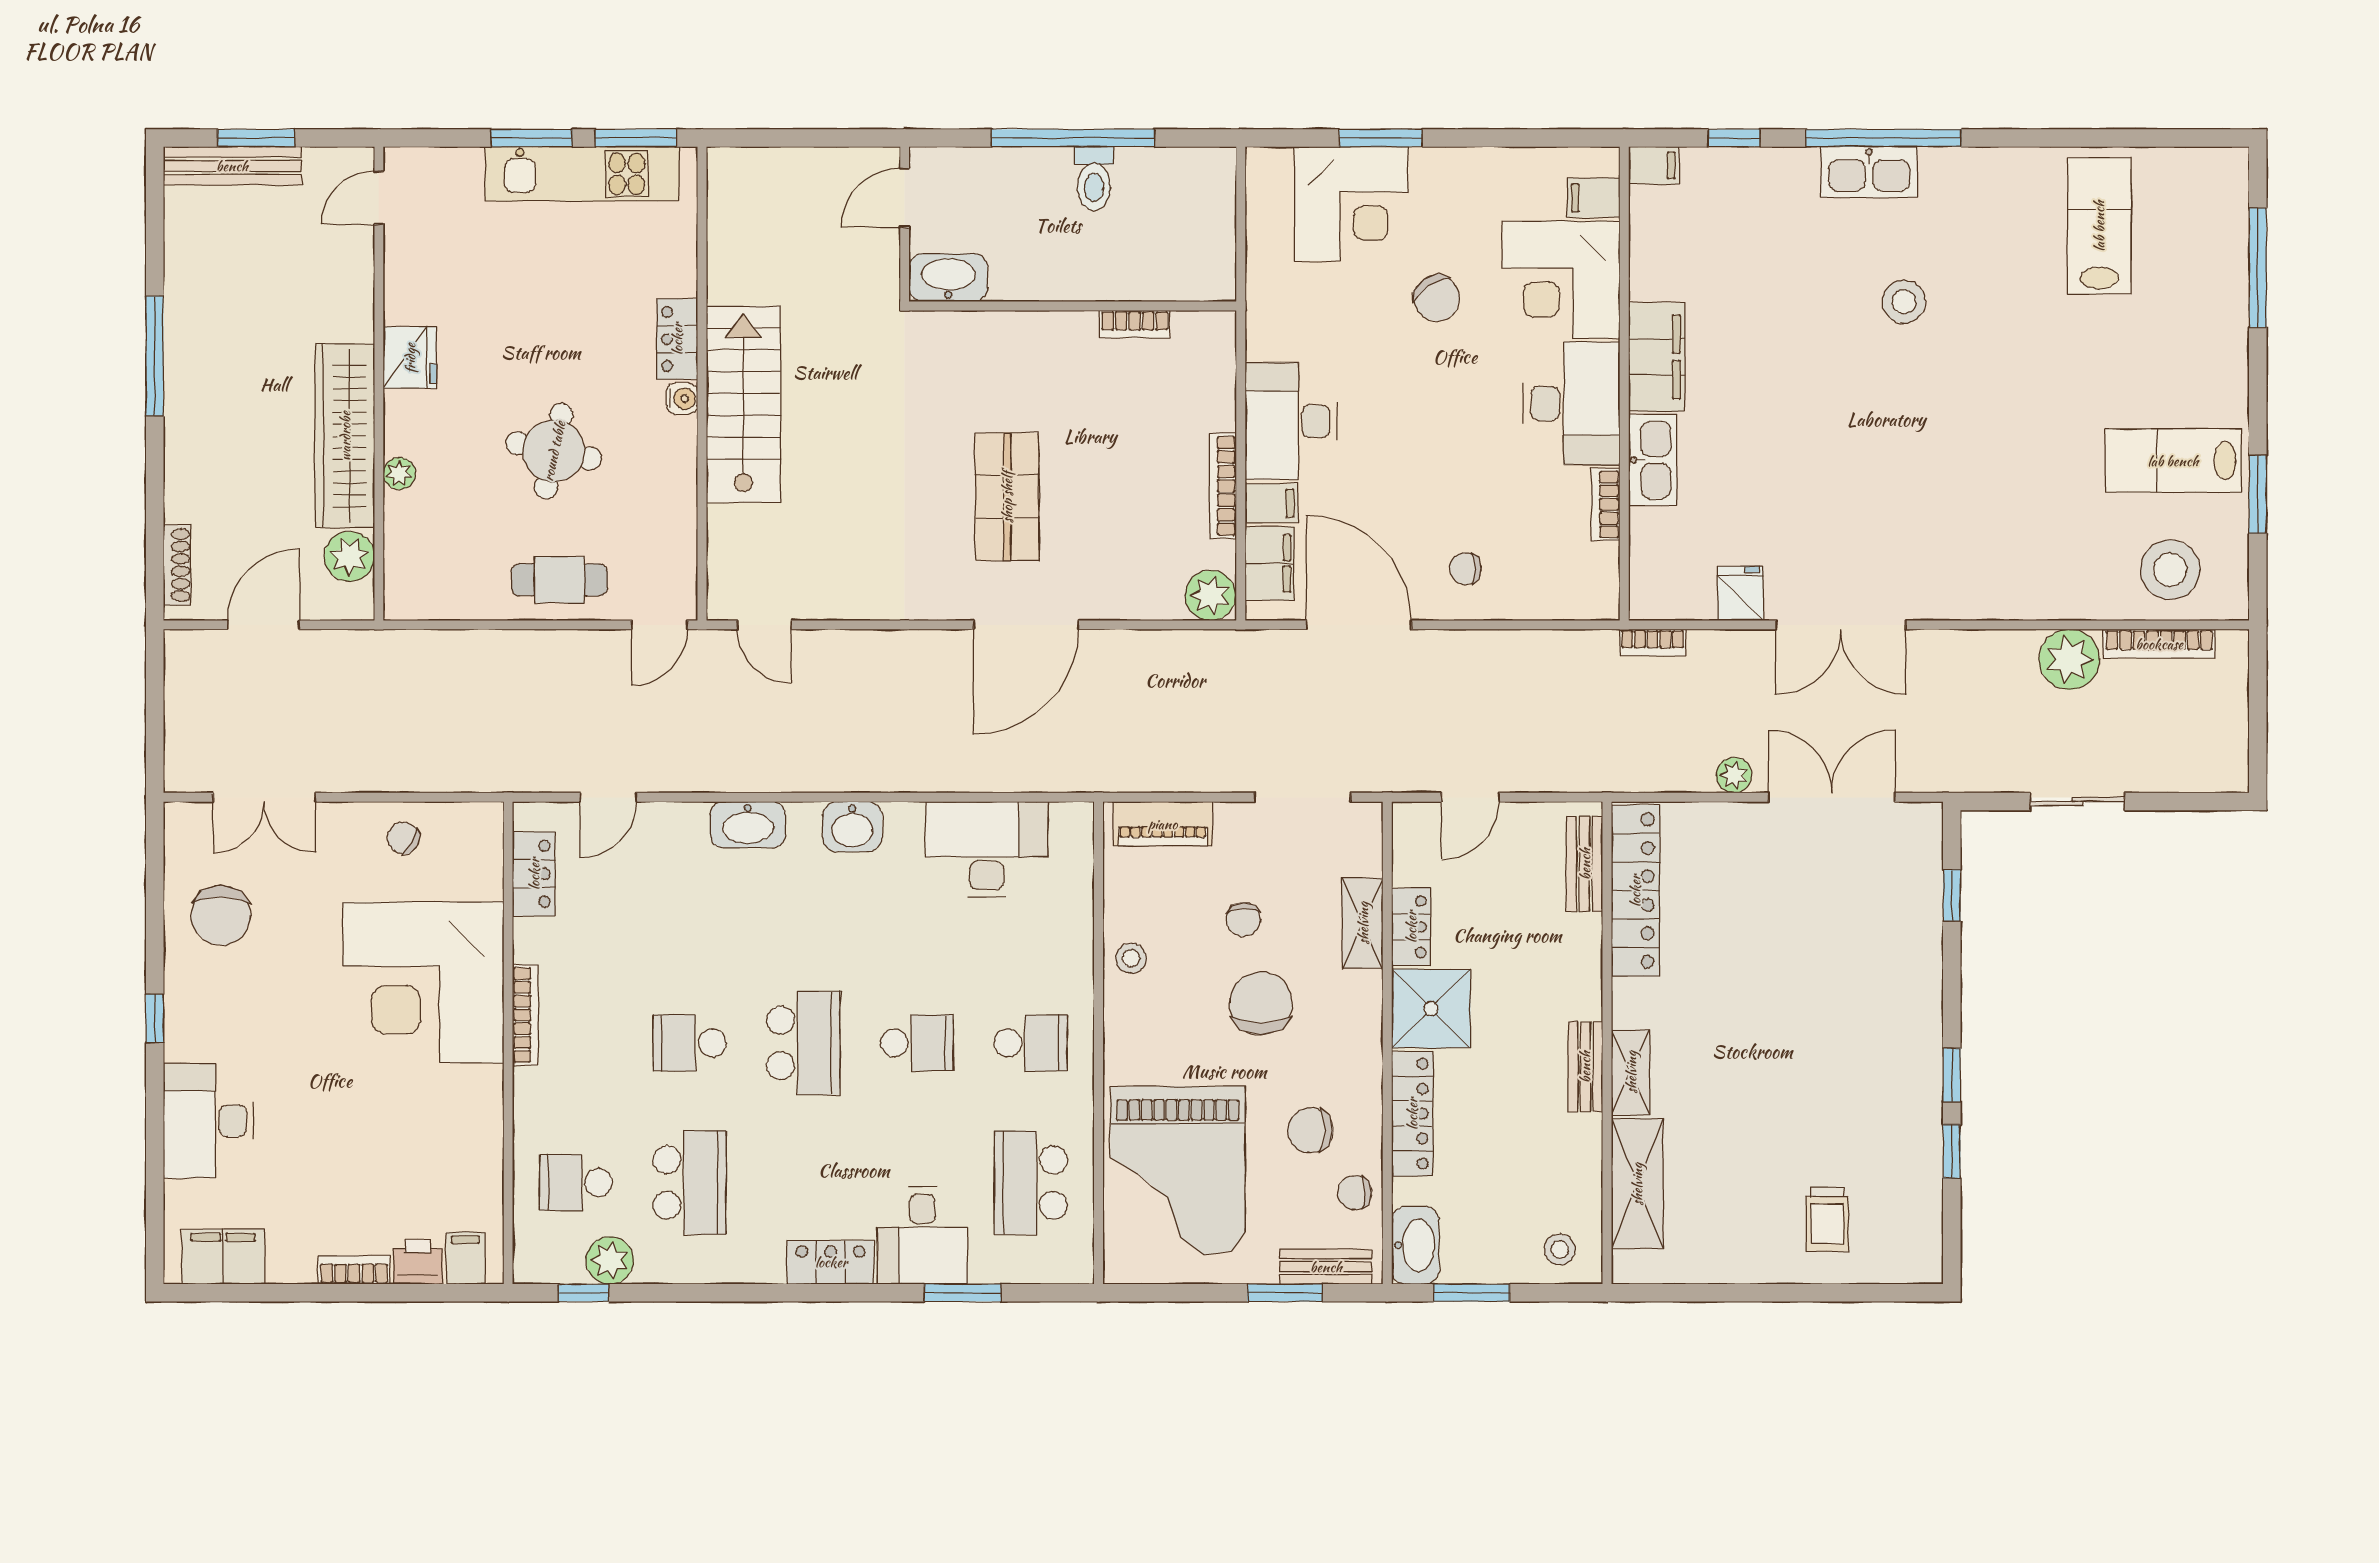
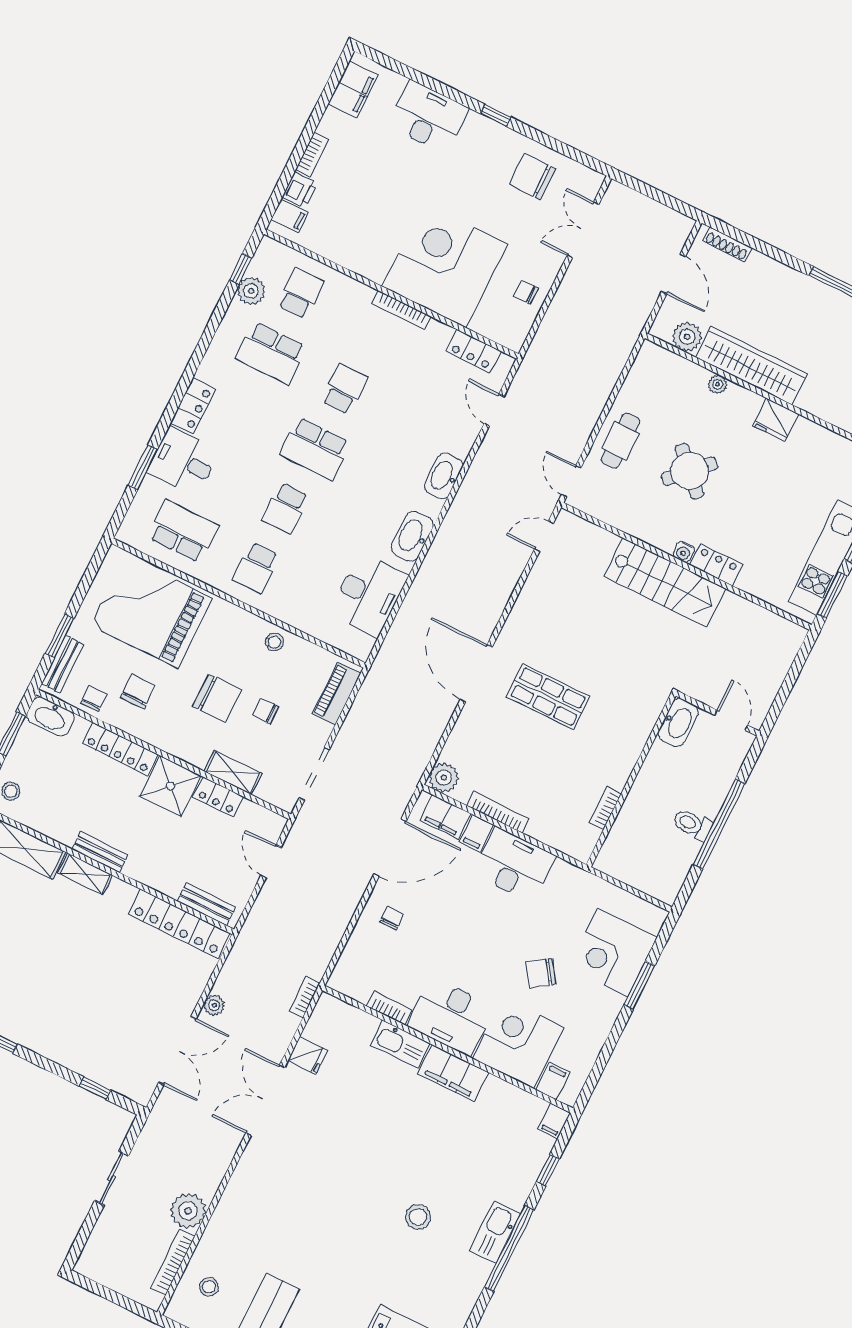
round table: (554, 451) -> (689, 471), turned 33
stool: (2170, 570) -> (209, 1287), width x0.53, depth x0.53
washbasin: (852, 827) -> (412, 536), width x1.38
chair: (403, 838) -> (526, 292), turned -119

